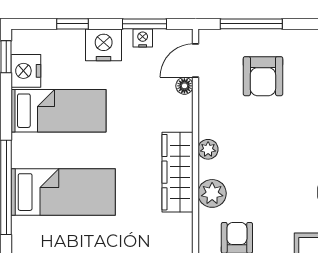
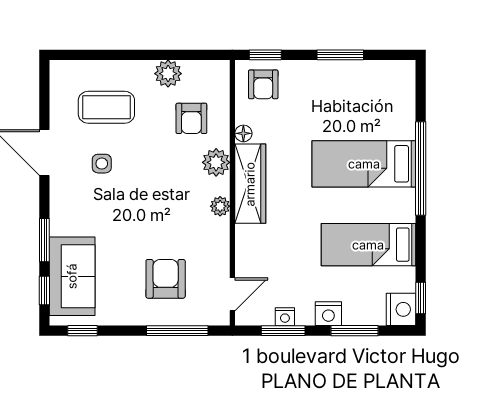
window: (73, 24) -> (355, 331), width x1.50
nightstand: (104, 45) -> (328, 314), width x0.74, depth x0.75
nightstand: (26, 71) -> (401, 309), moved
floor lamp: (184, 86) -> (243, 133), moved

